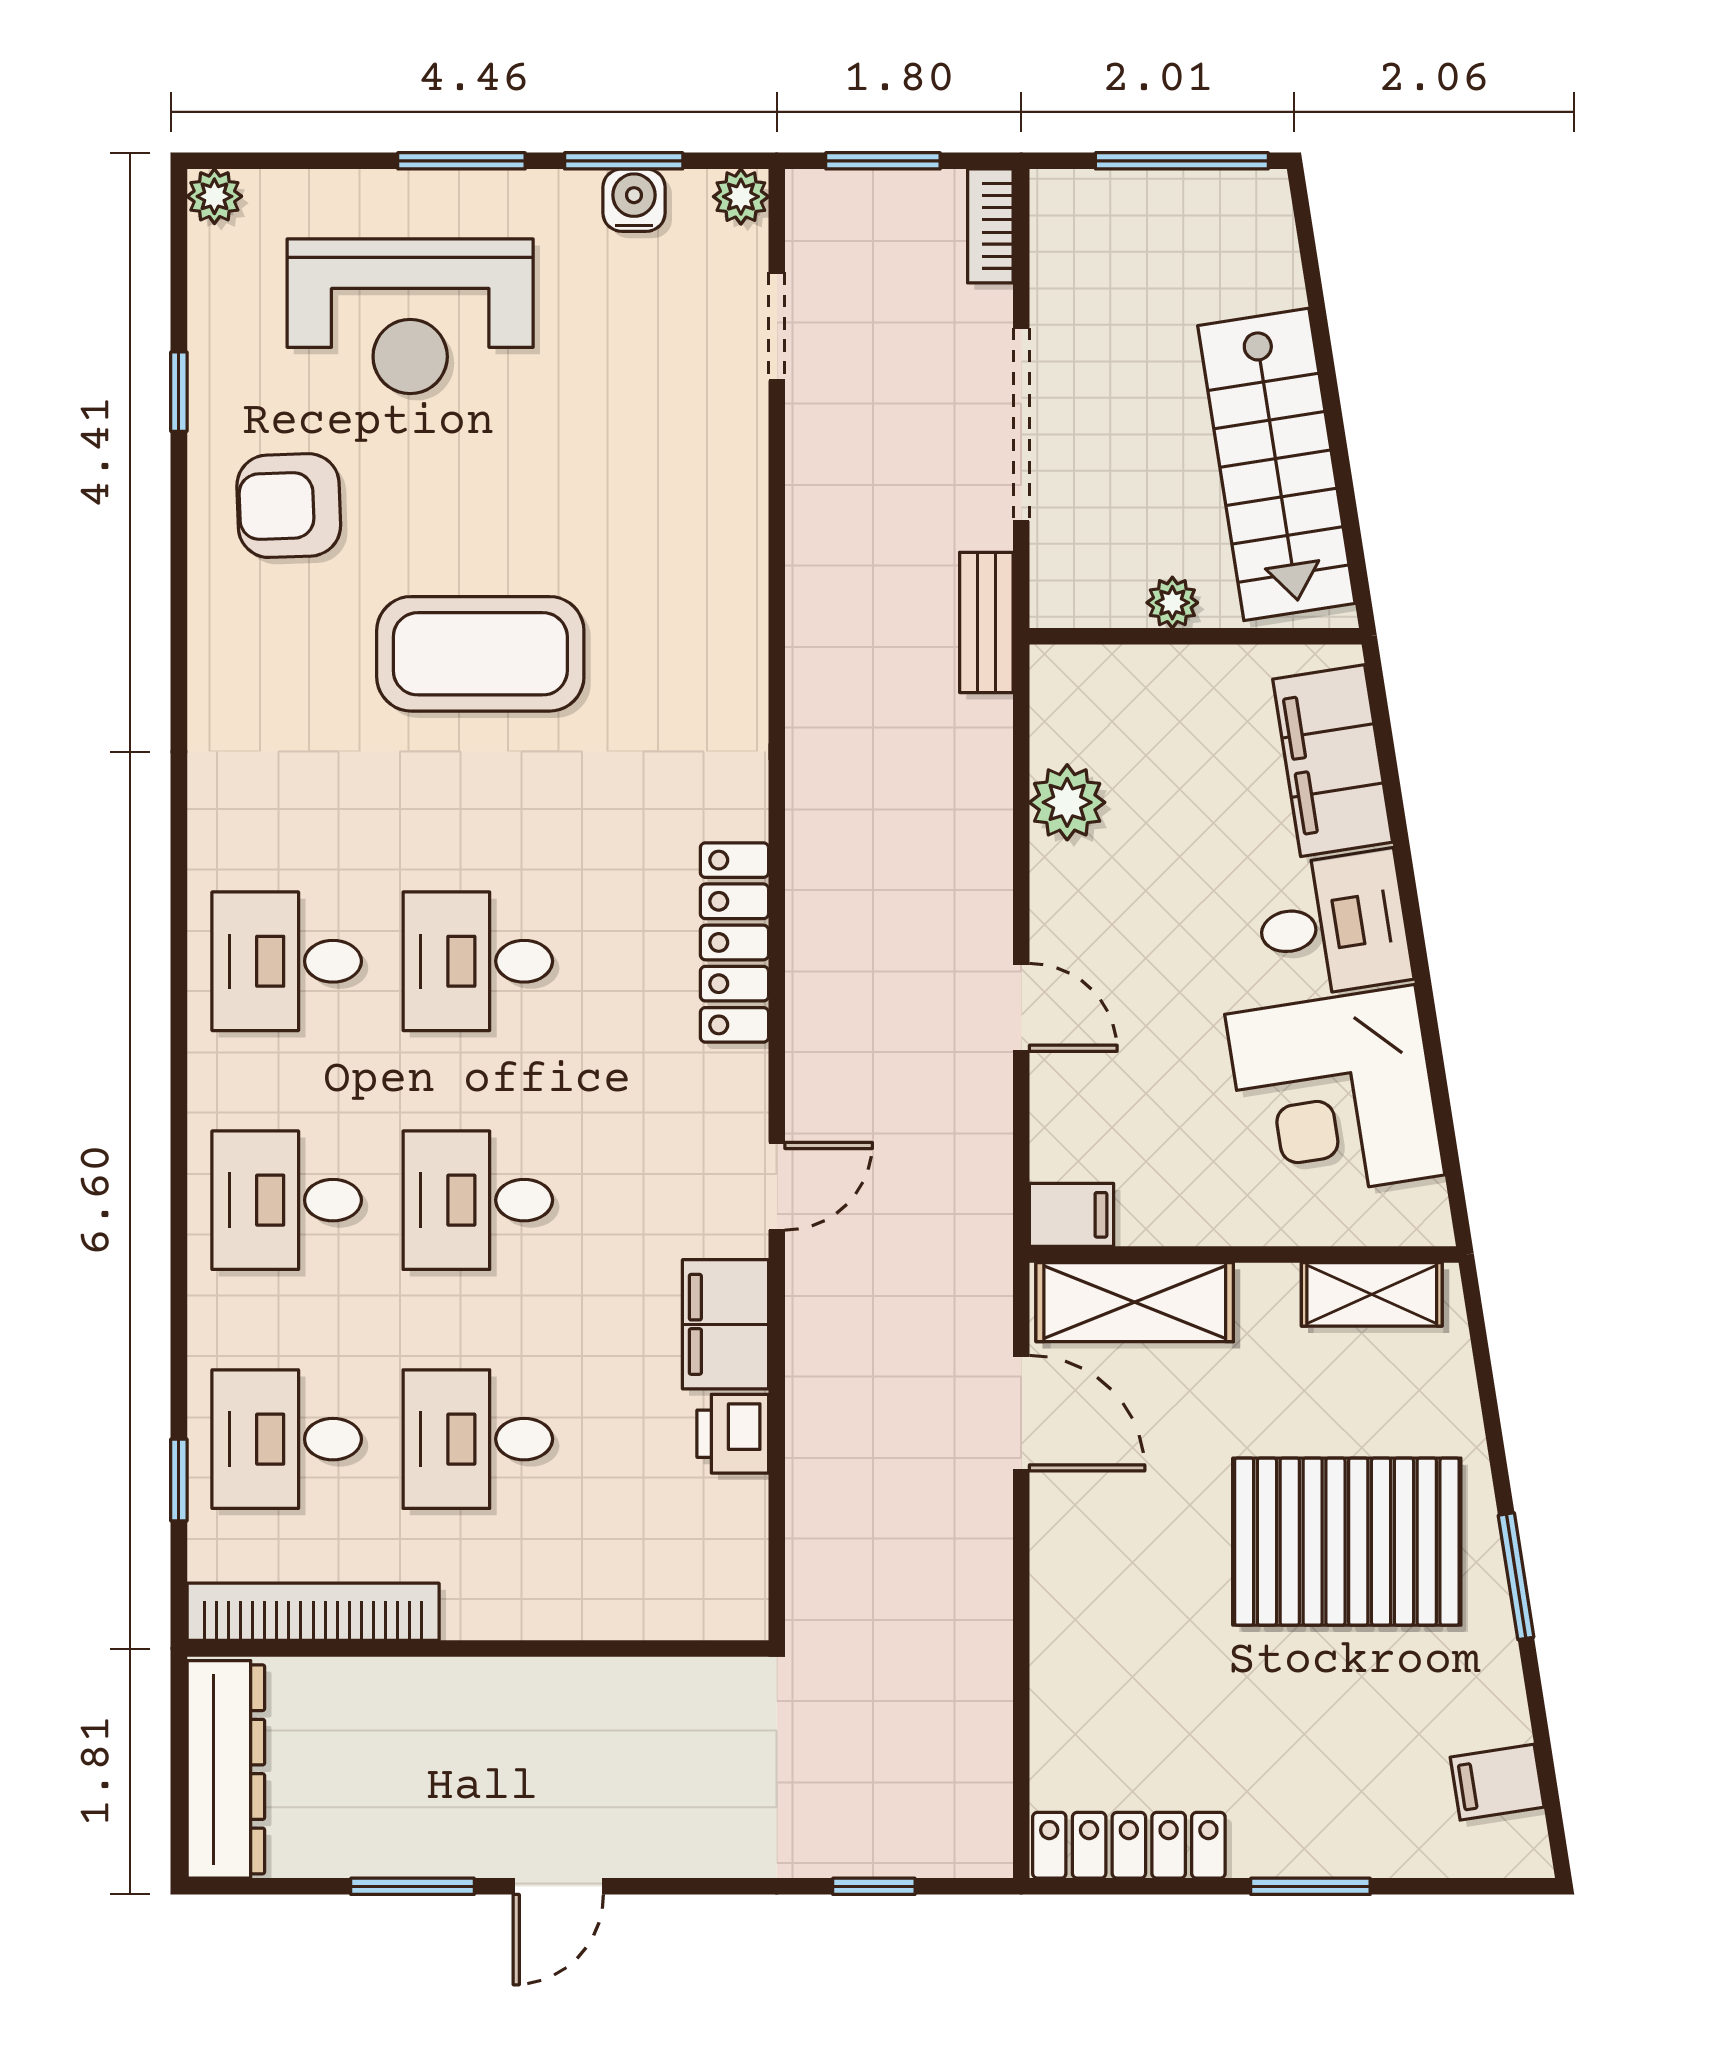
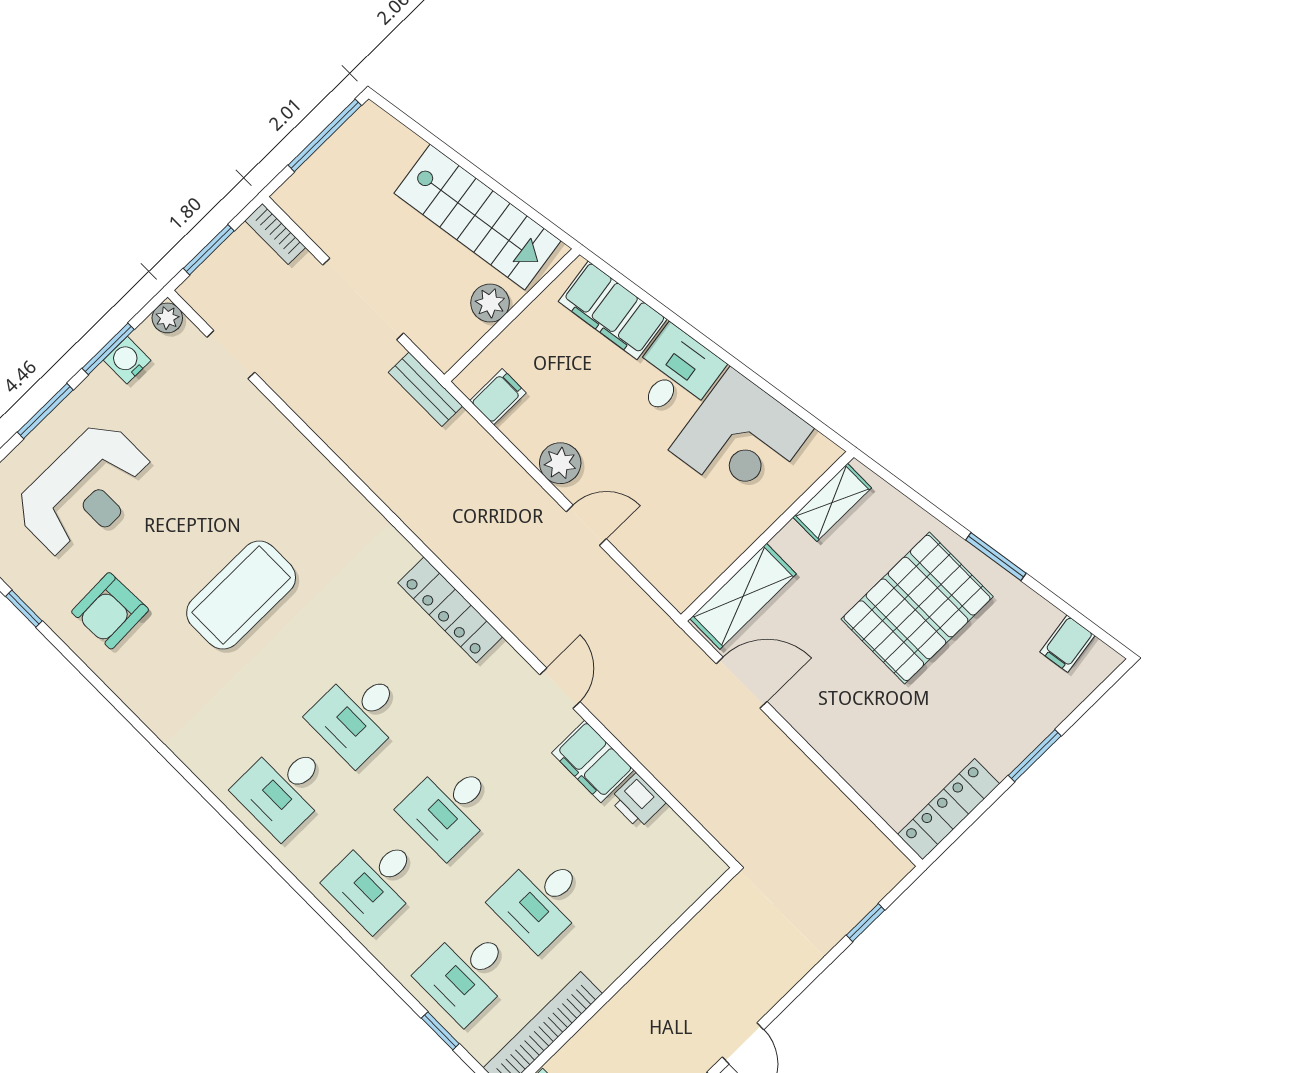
plant: (1172, 603) -> (490, 303), width x1.38, depth x1.38
plant: (1067, 802) -> (560, 463), moved
filing cabinet: (1071, 1215) -> (498, 397), moved

